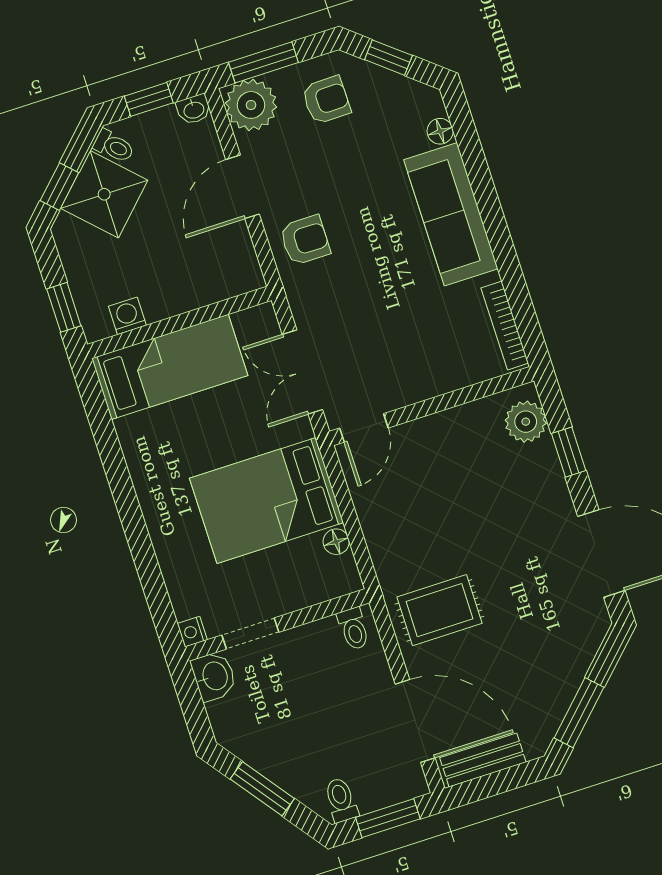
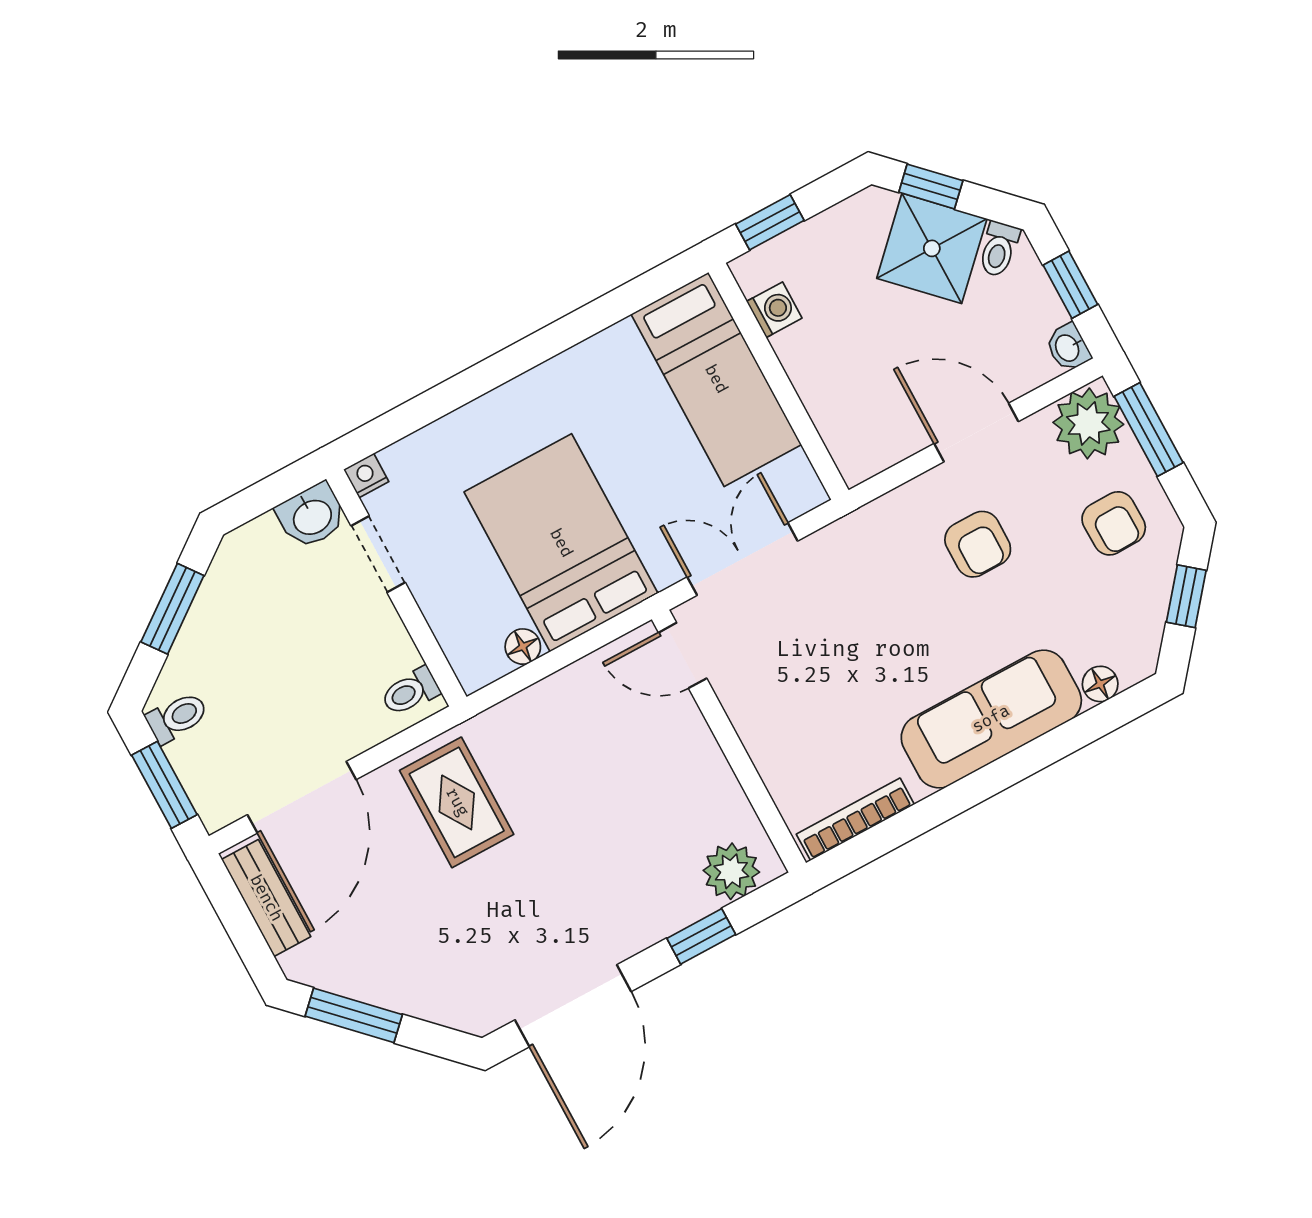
armchair: (305, 240) -> (978, 544), moved

